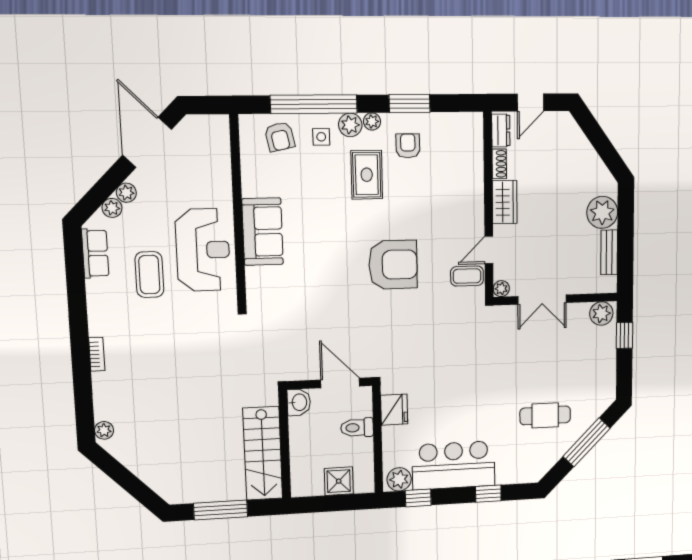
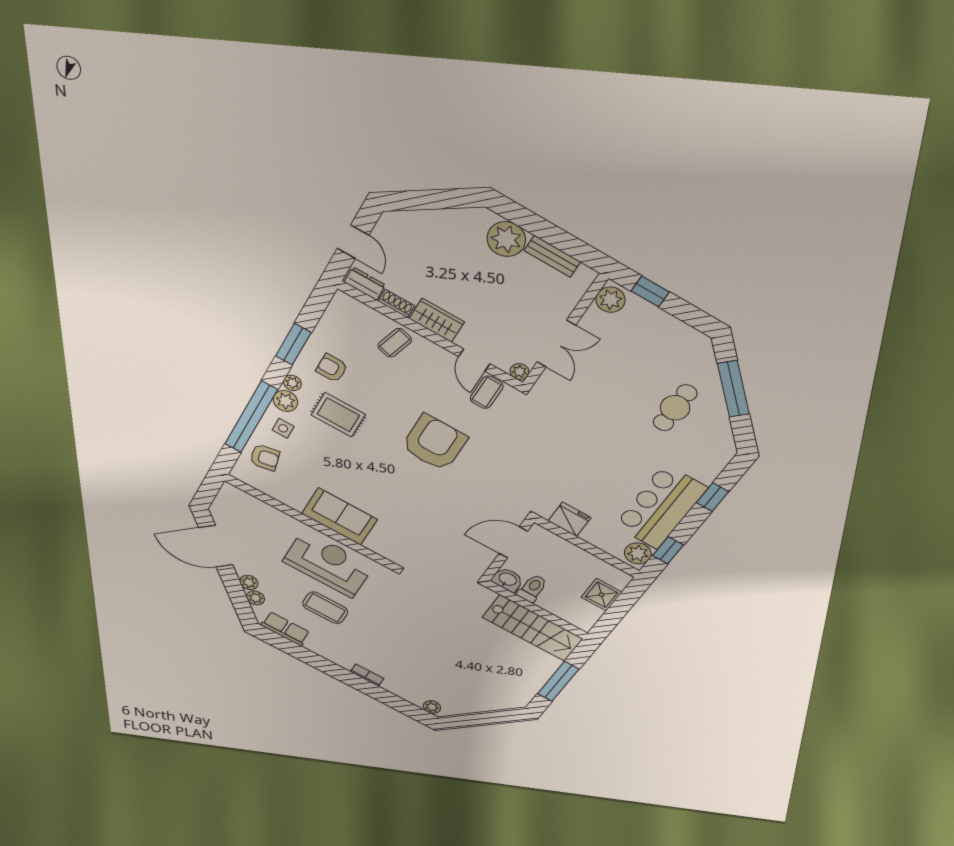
coffee table: (464, 182) -> (395, 343), added
toilet: (357, 428) -> (532, 588), moved, turned 180

